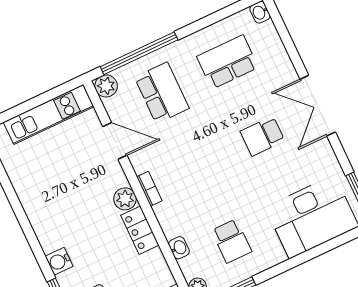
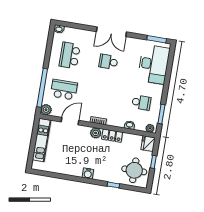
school desk: (262, 136) -> (108, 62), turned 90
water cooler: (59, 261) -> (88, 173), moved

